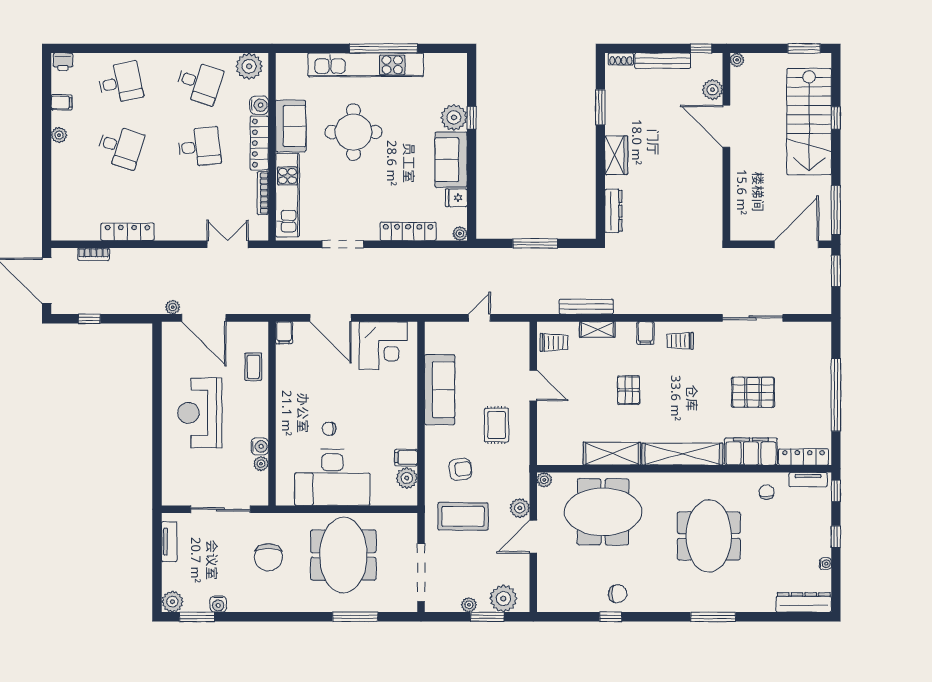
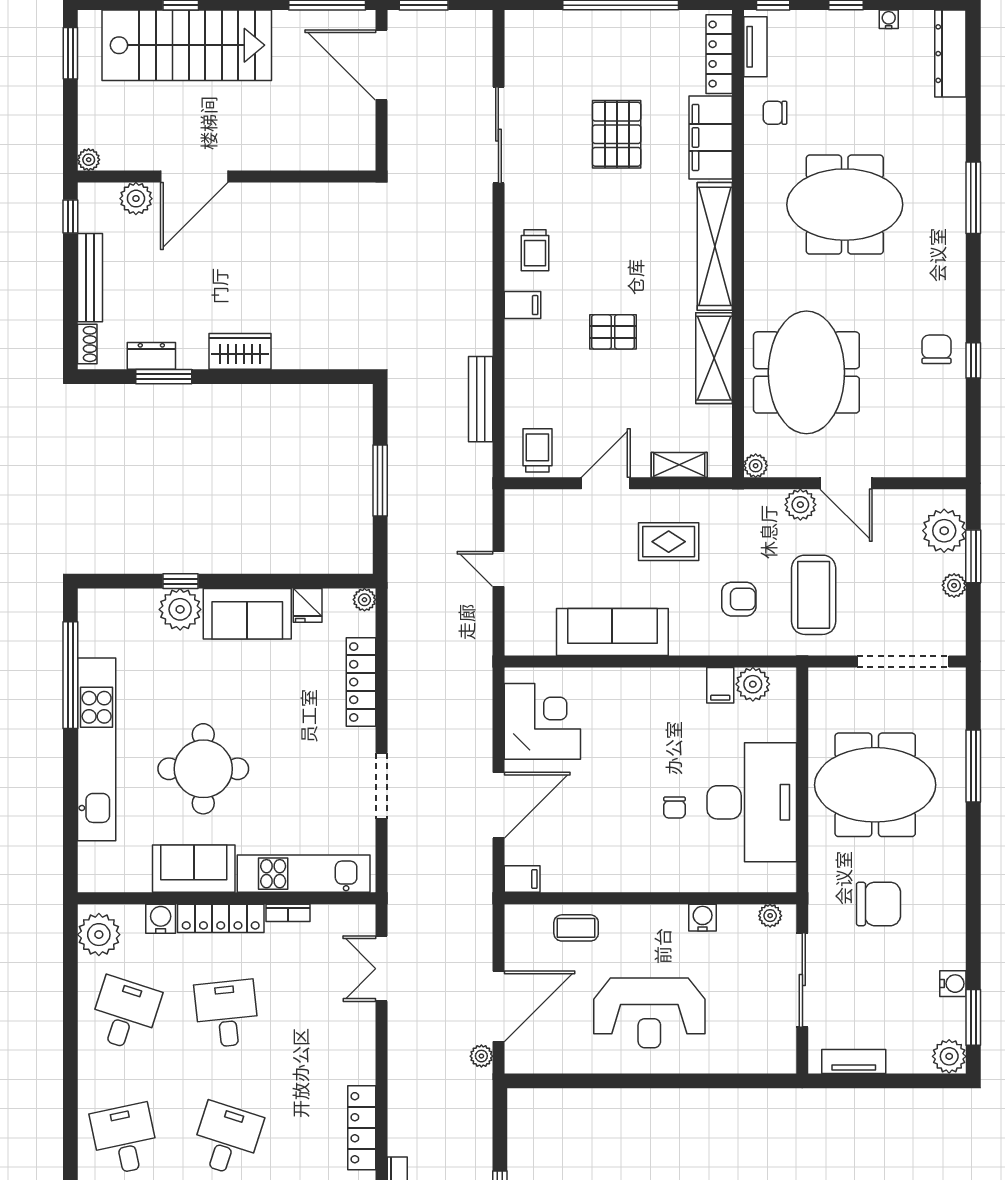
window: (383, 48) -> (70, 675), moved
bookcase: (263, 193) -> (288, 913), width x0.64
dresser: (613, 211) -> (151, 356), moved, width x0.70
shelving: (597, 329) -> (679, 465), moved, turned 90
plant: (261, 464) -> (770, 916), moved
armchair: (460, 469) -> (739, 599), turned 97

